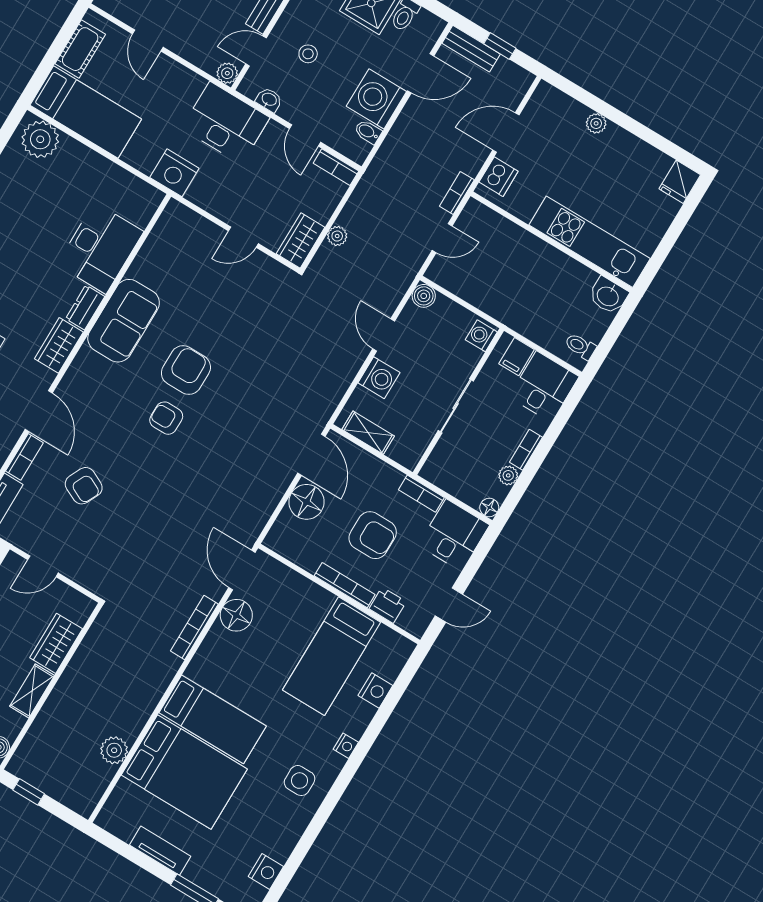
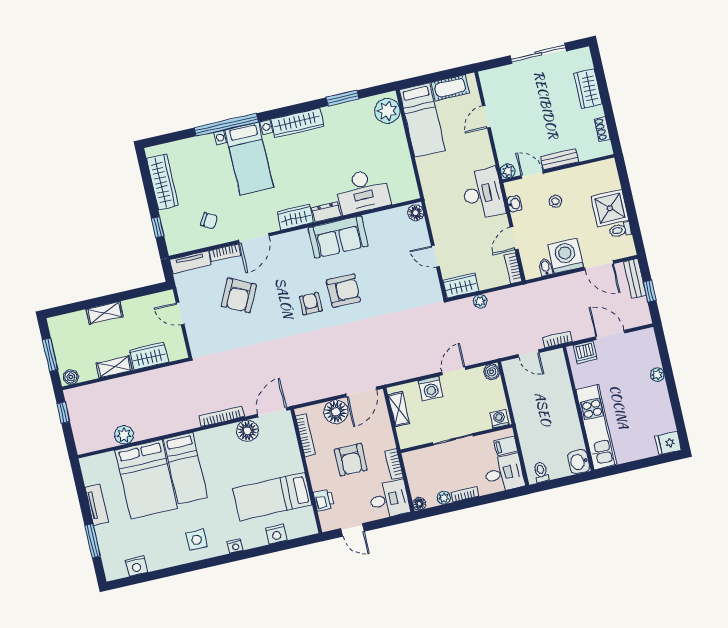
nightstand: (174, 173) -> (434, 192), removed
floor lamp: (177, 214) -> (416, 213), added
armchair: (84, 486) -> (239, 295), width x1.38, depth x1.38
bookcase: (345, 585) -> (305, 435), moved

